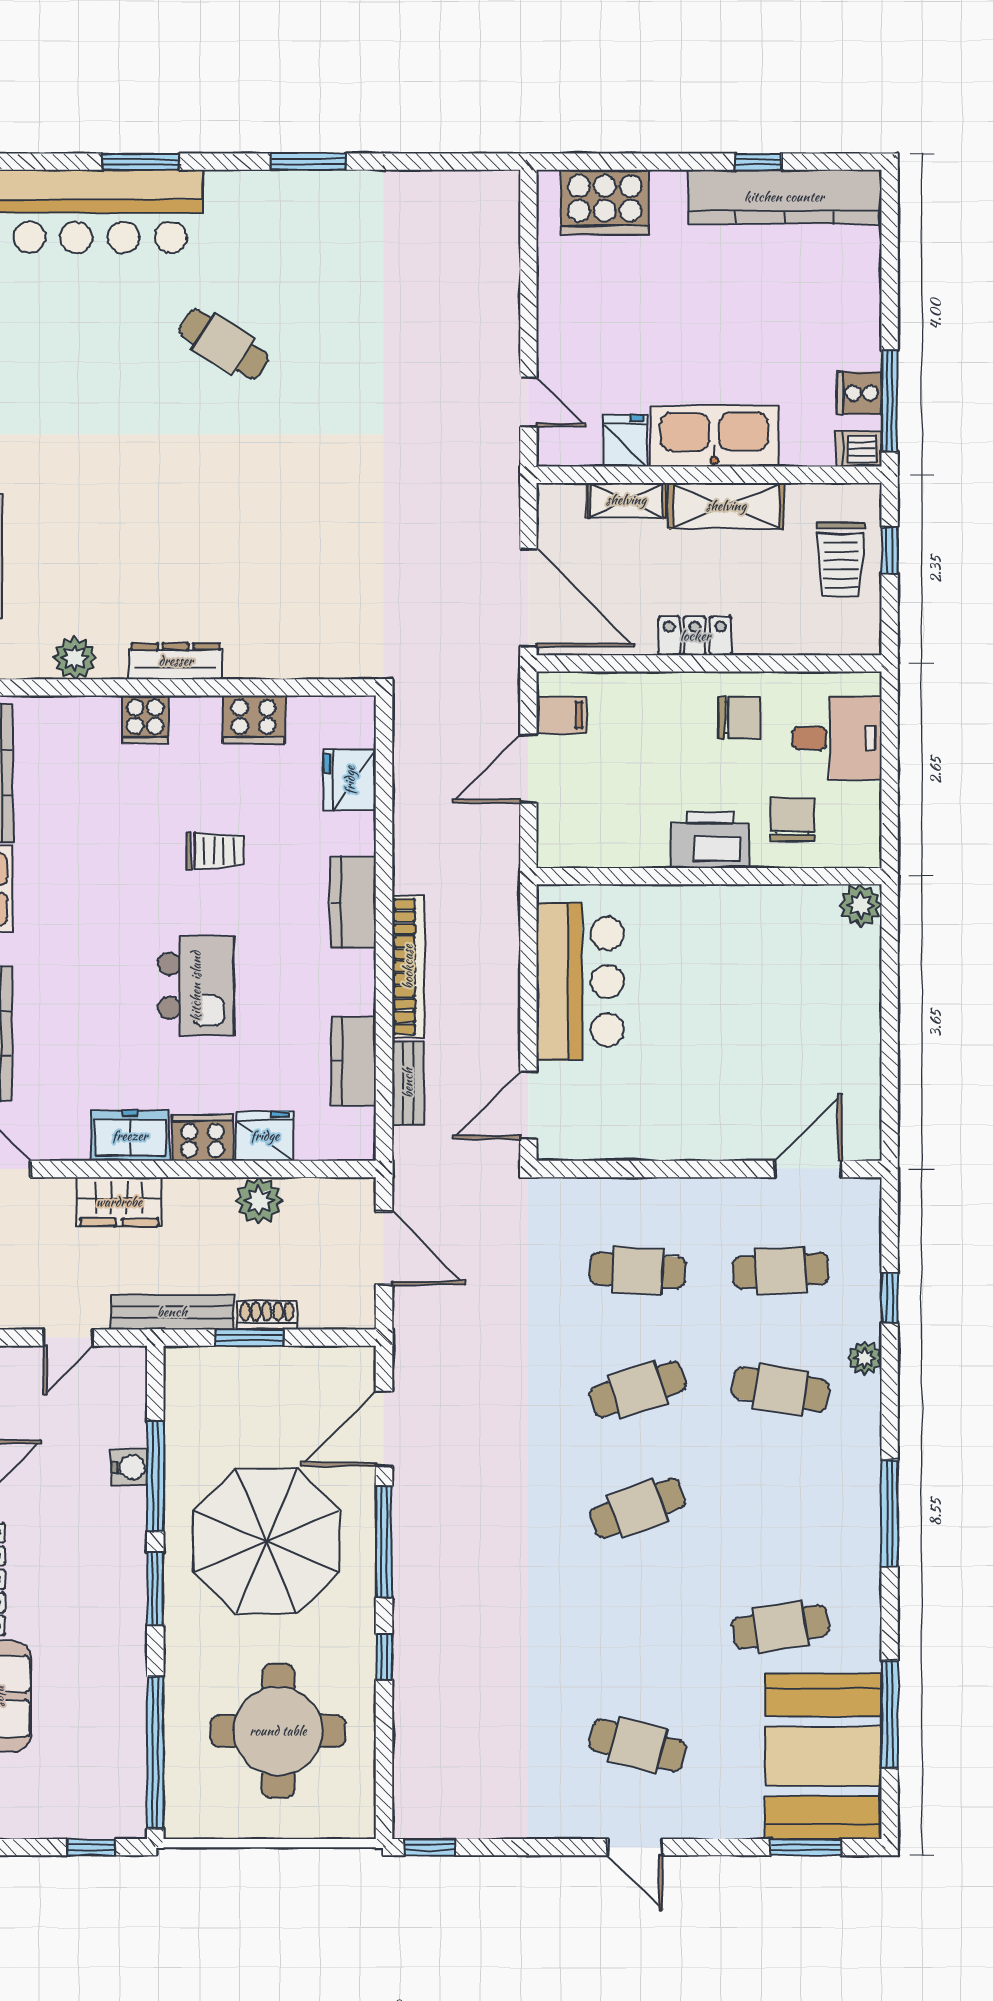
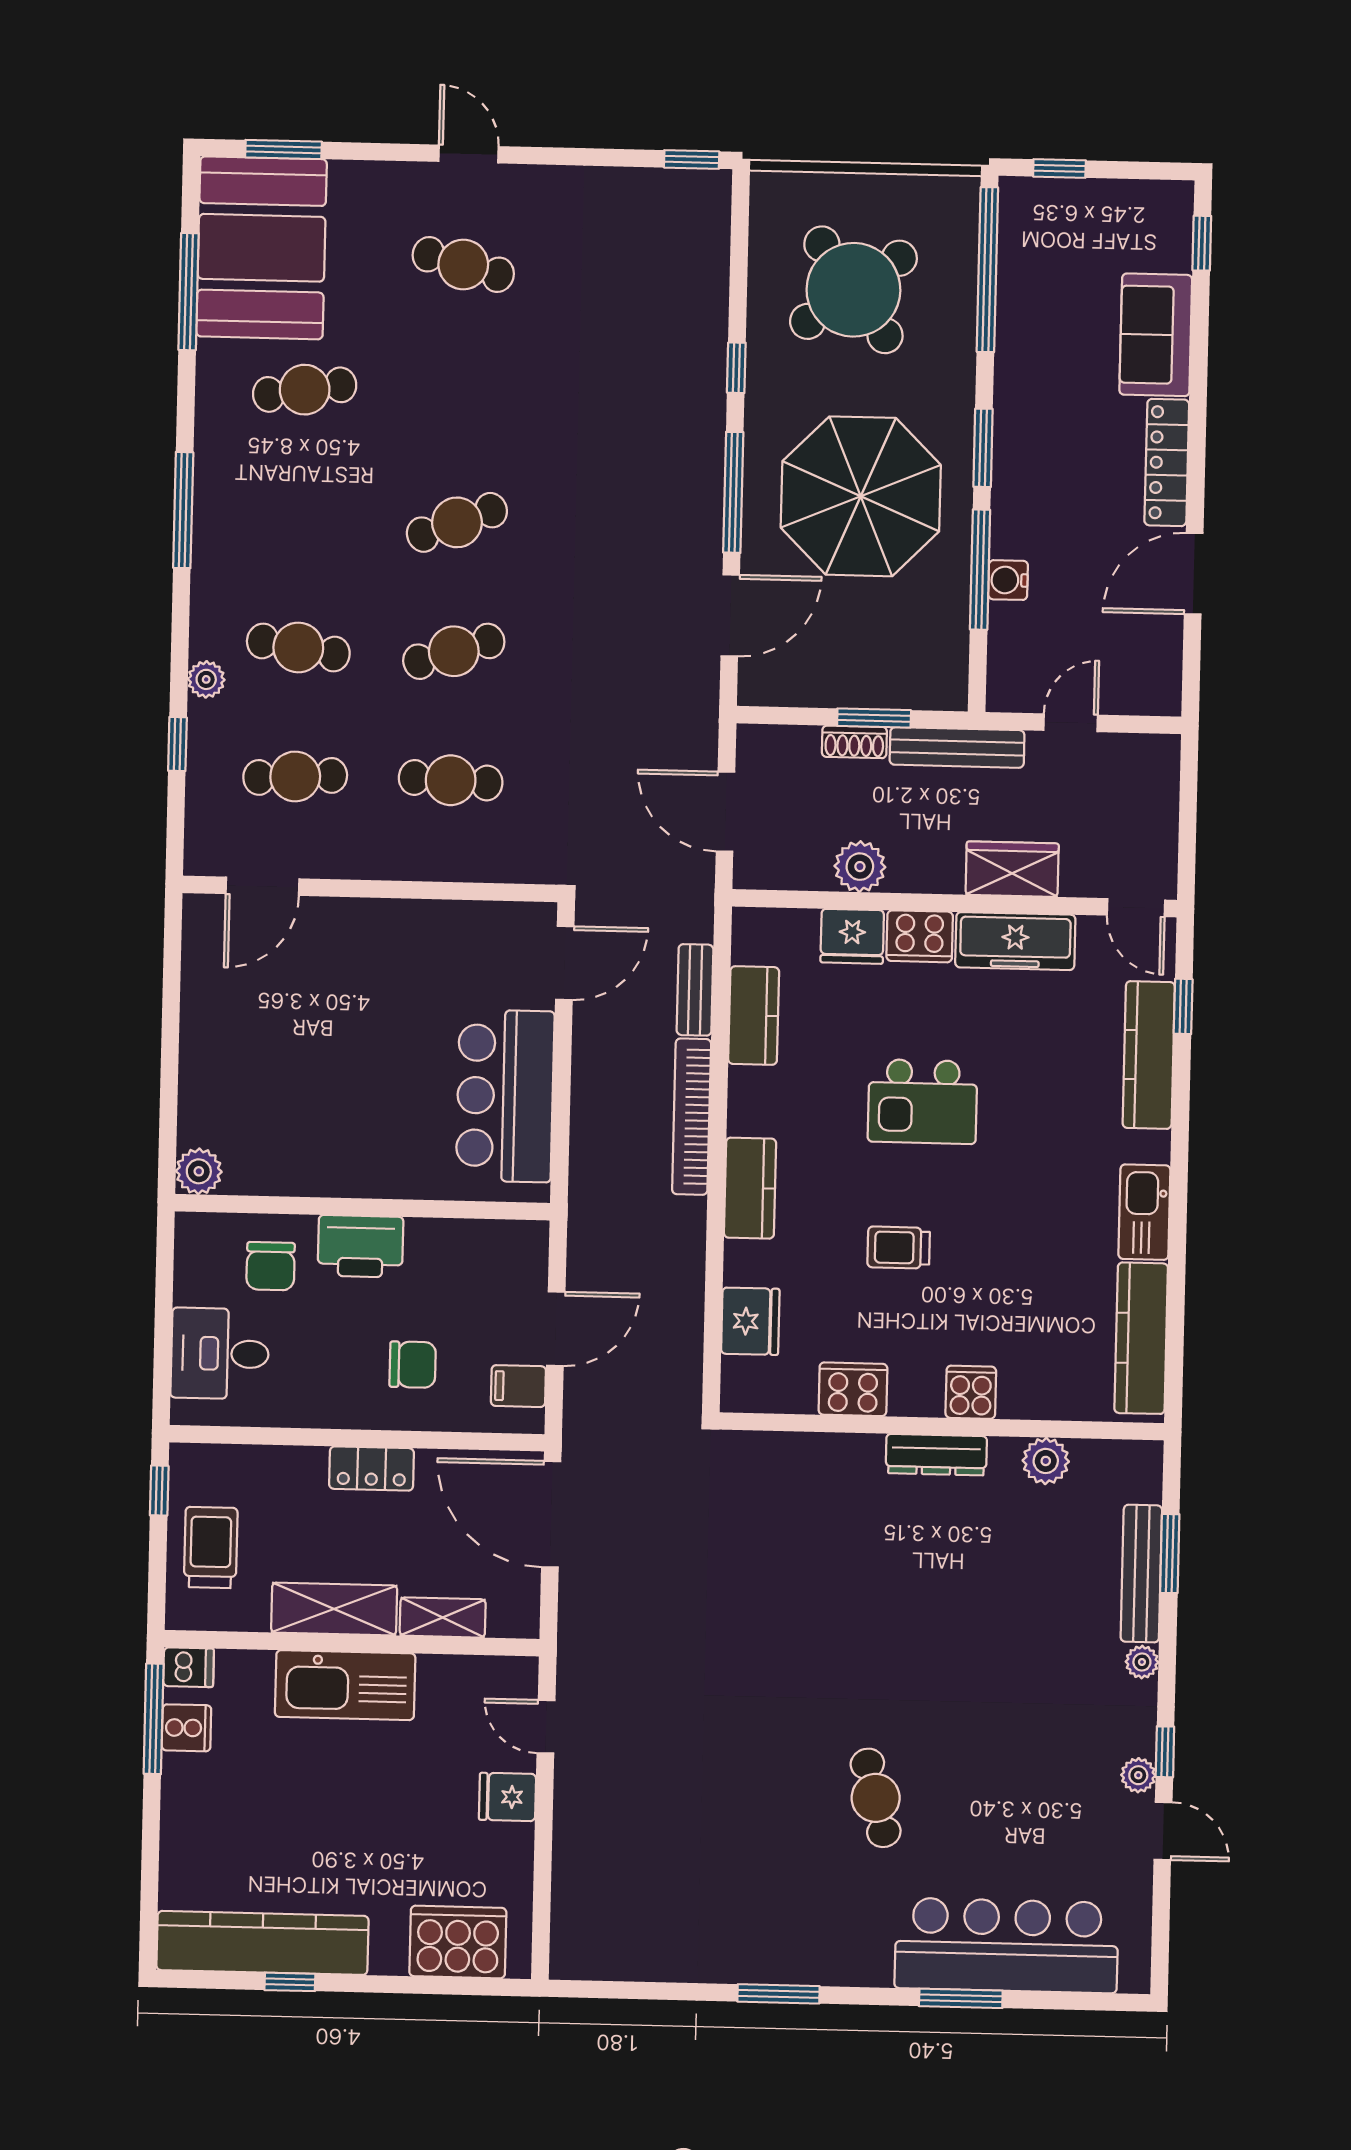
cafe table: (224, 344) -> (876, 1798), turned 43
fridge: (625, 441) -> (507, 1797), moved, turned 90
window: (890, 550) -> (159, 1491), moved
chair: (739, 718) -> (413, 1365), moved, turned 180
kitchen island: (196, 986) -> (923, 1102), turned -90
freezer: (130, 1136) -> (1015, 941), width x1.40
round table: (278, 1731) -> (853, 290), turned -36

